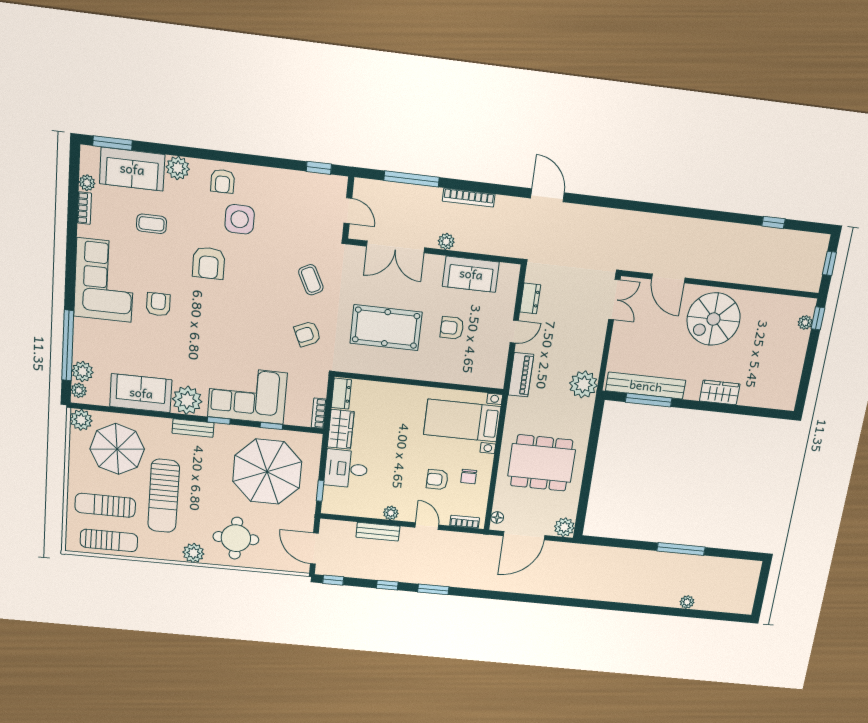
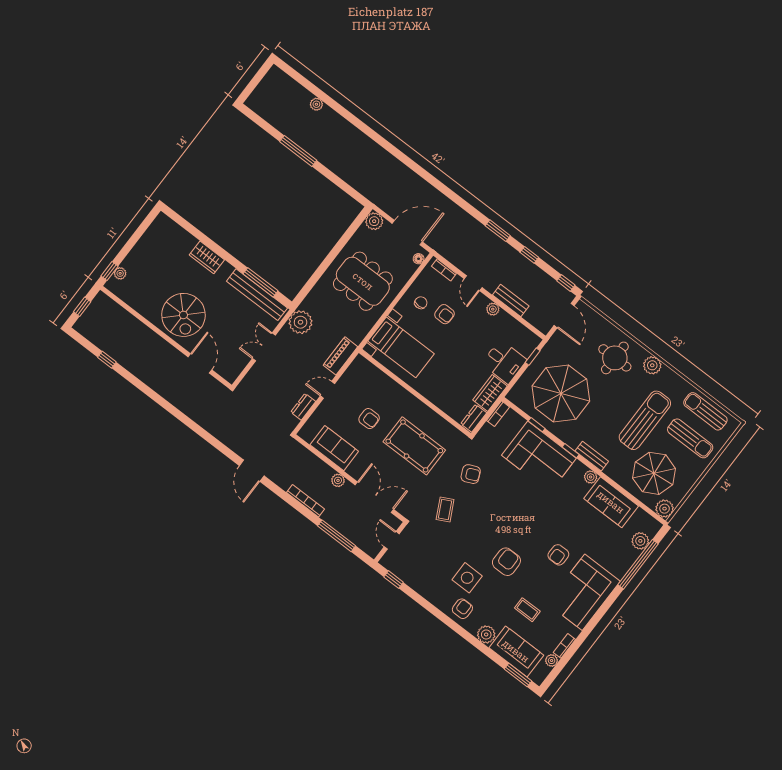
double door: (614, 300) -> (264, 347), moved
spiral stairs: (714, 319) -> (183, 315), turned 90
plant: (79, 390) -> (652, 530), removed
plant: (187, 400) -> (591, 477), width x0.53, depth x0.53

